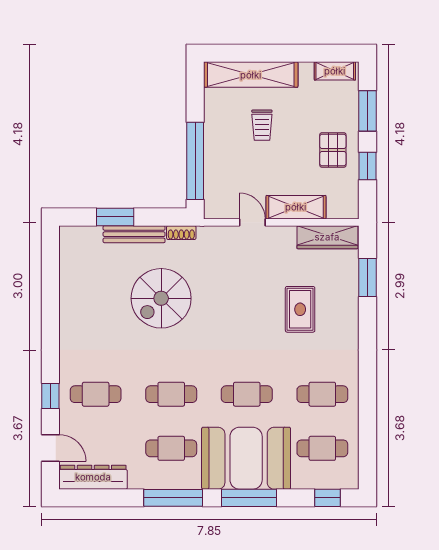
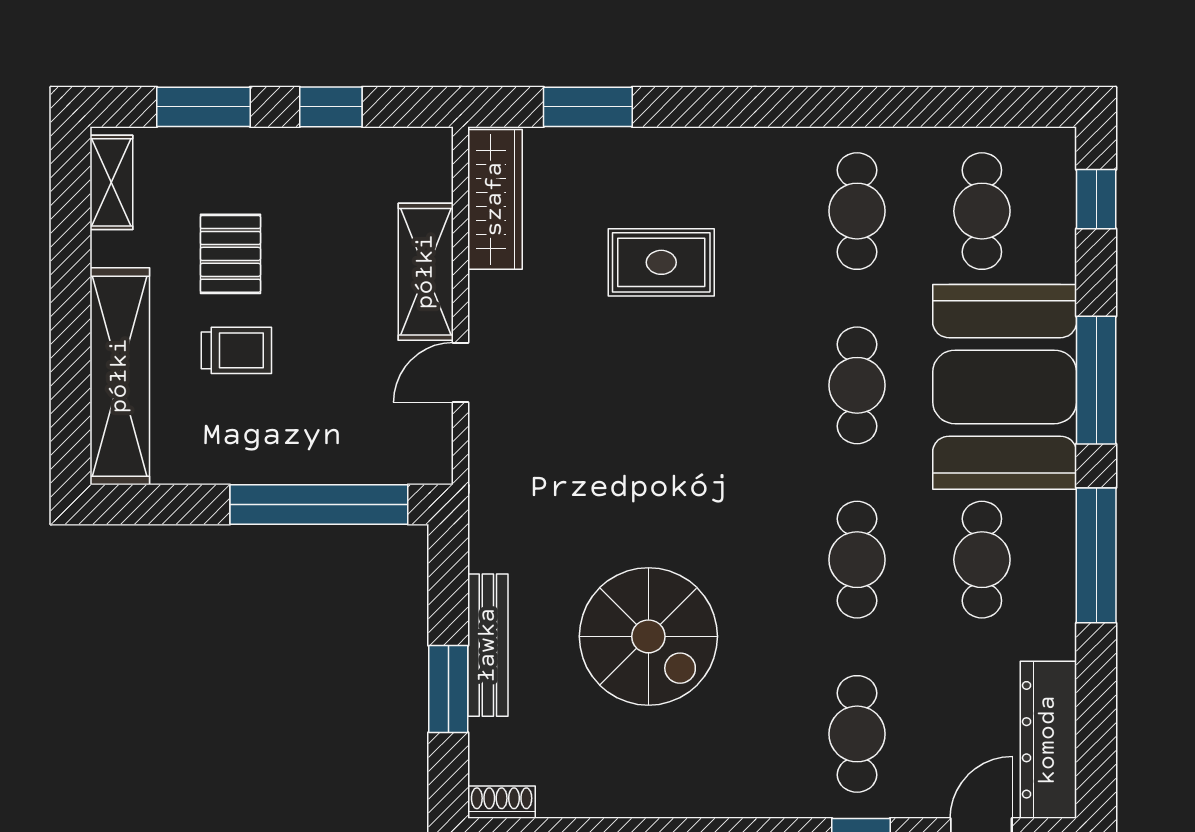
pallet: (333, 150) -> (230, 254), moved, turned 90
shoe rack: (181, 233) -> (502, 802), moved, turned -90
spiral stairs: (161, 298) -> (648, 636), moved

